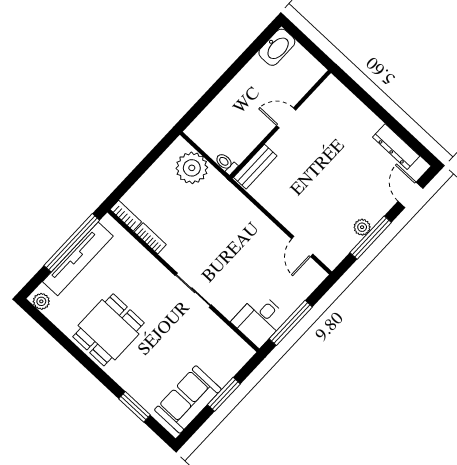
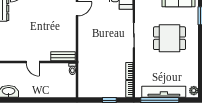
plant: (192, 168) -> (87, 81), removed
window: (136, 174) -> (109, 100), added
dining table: (108, 330) -> (170, 38), moved

